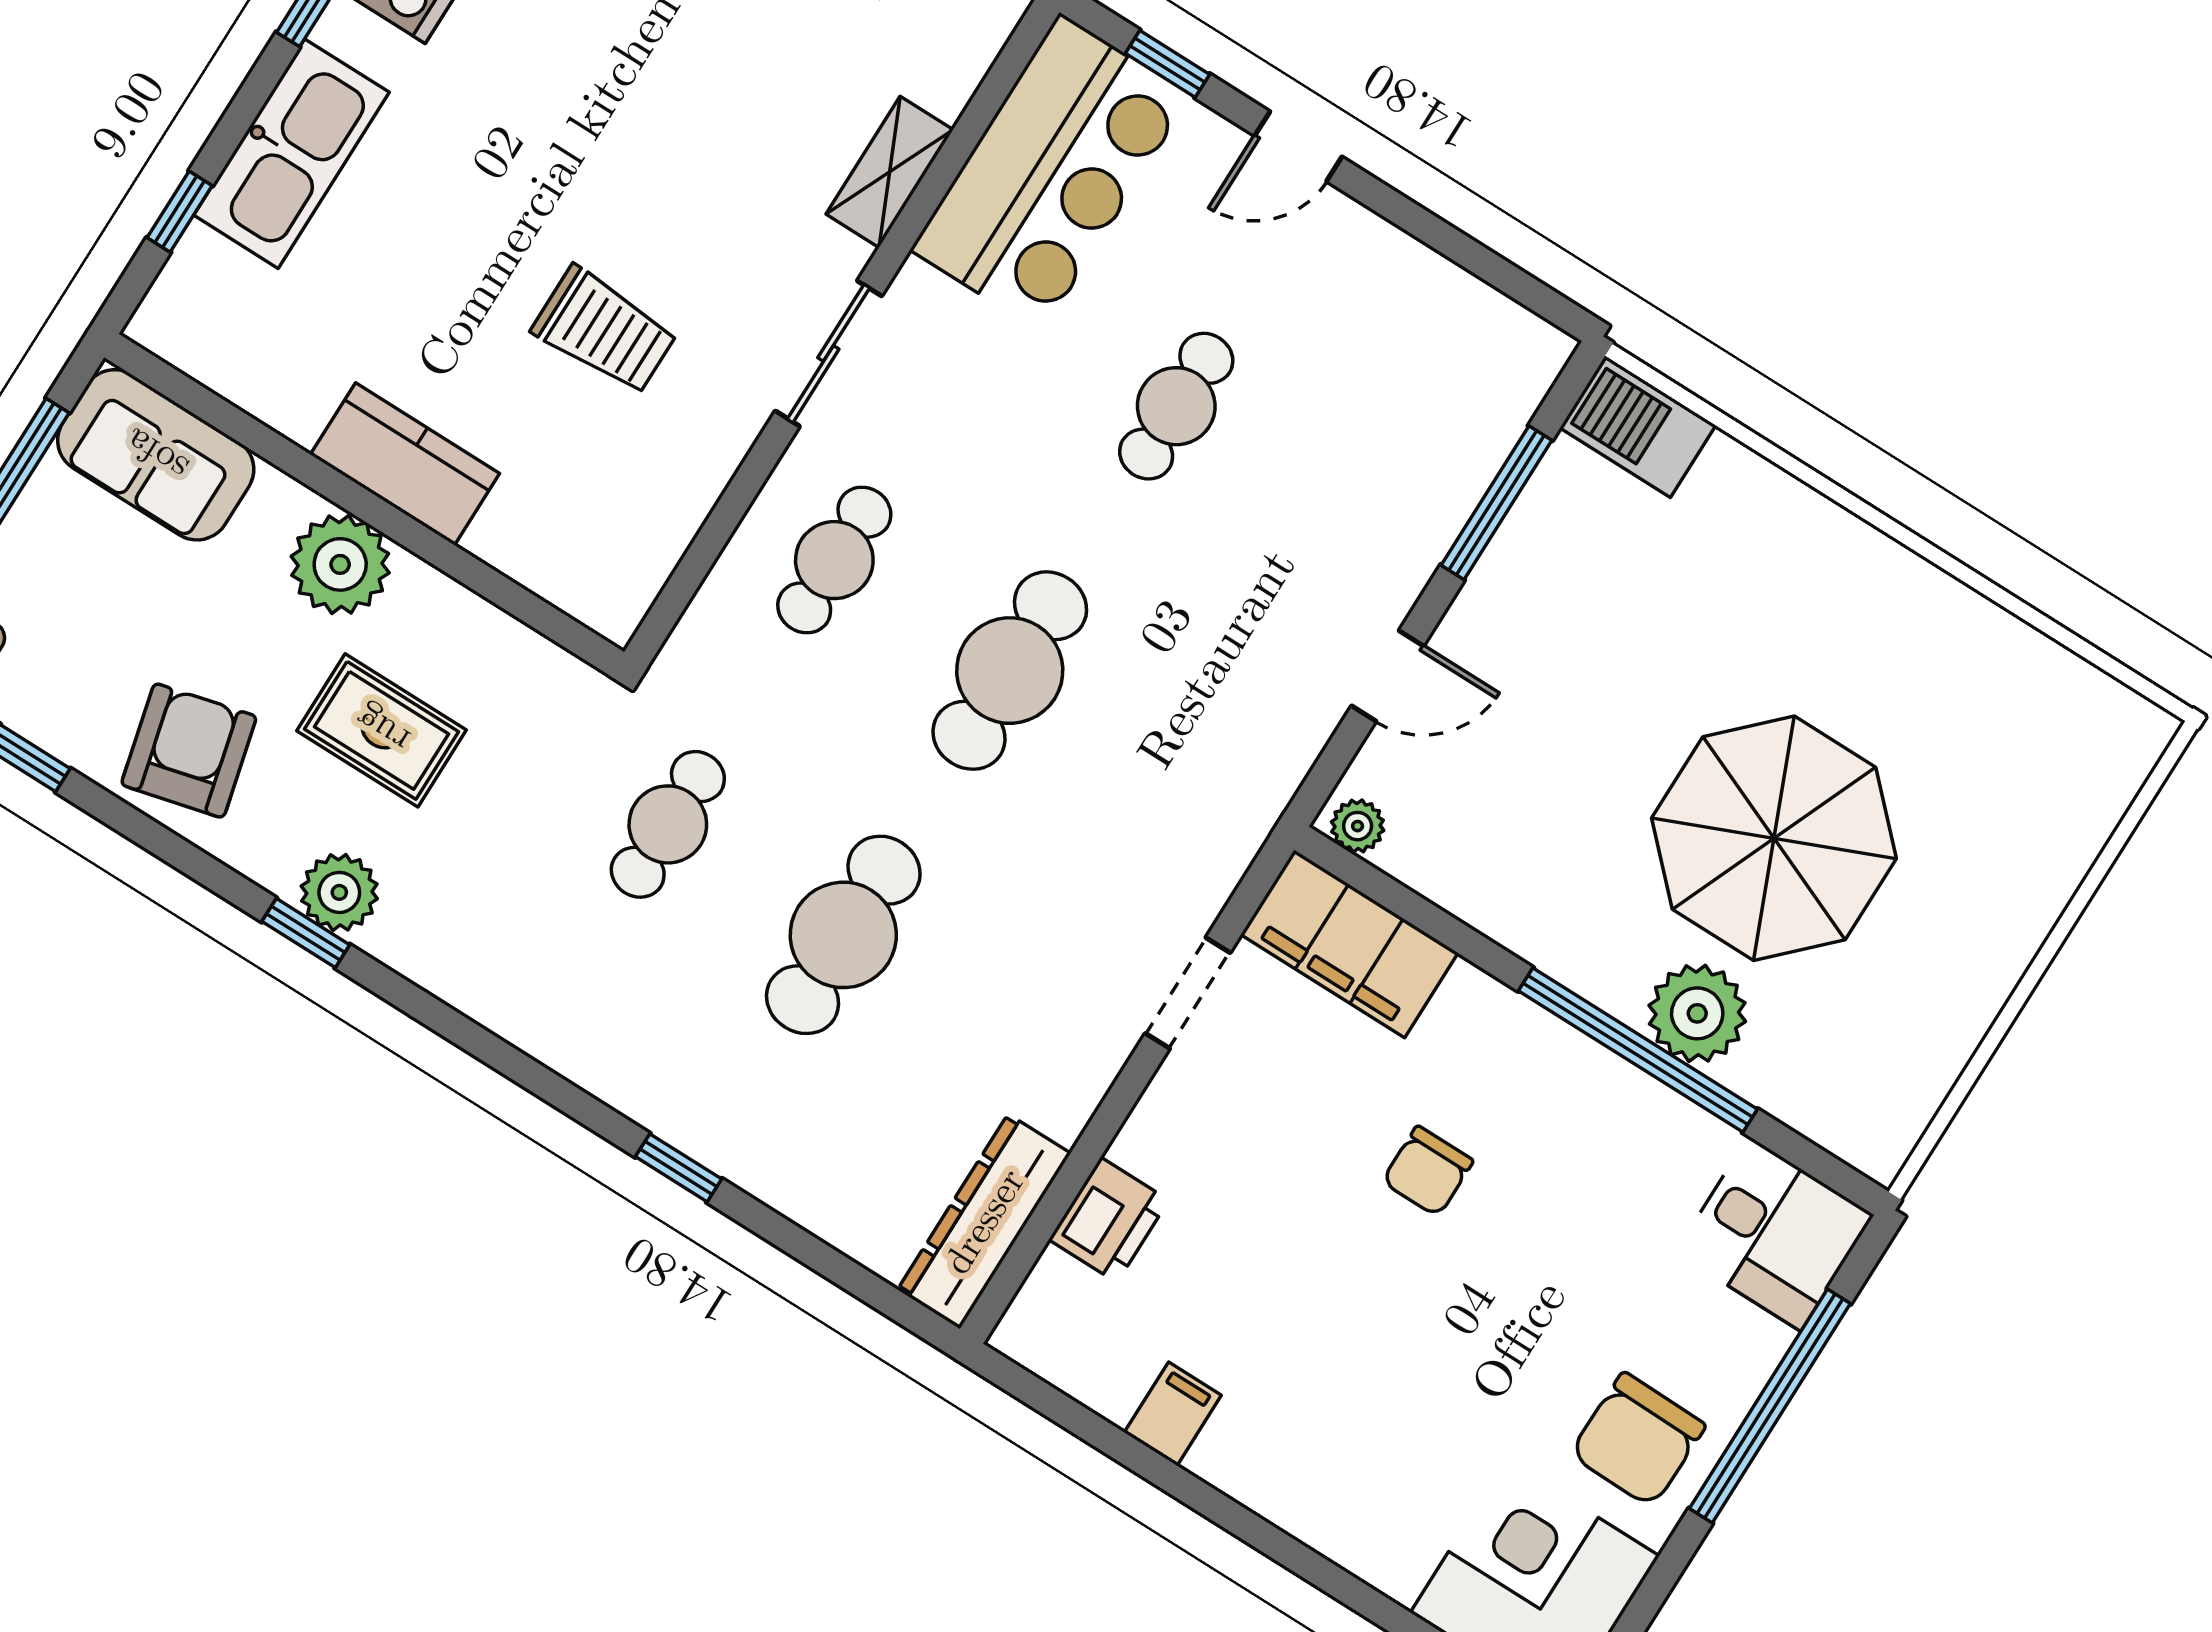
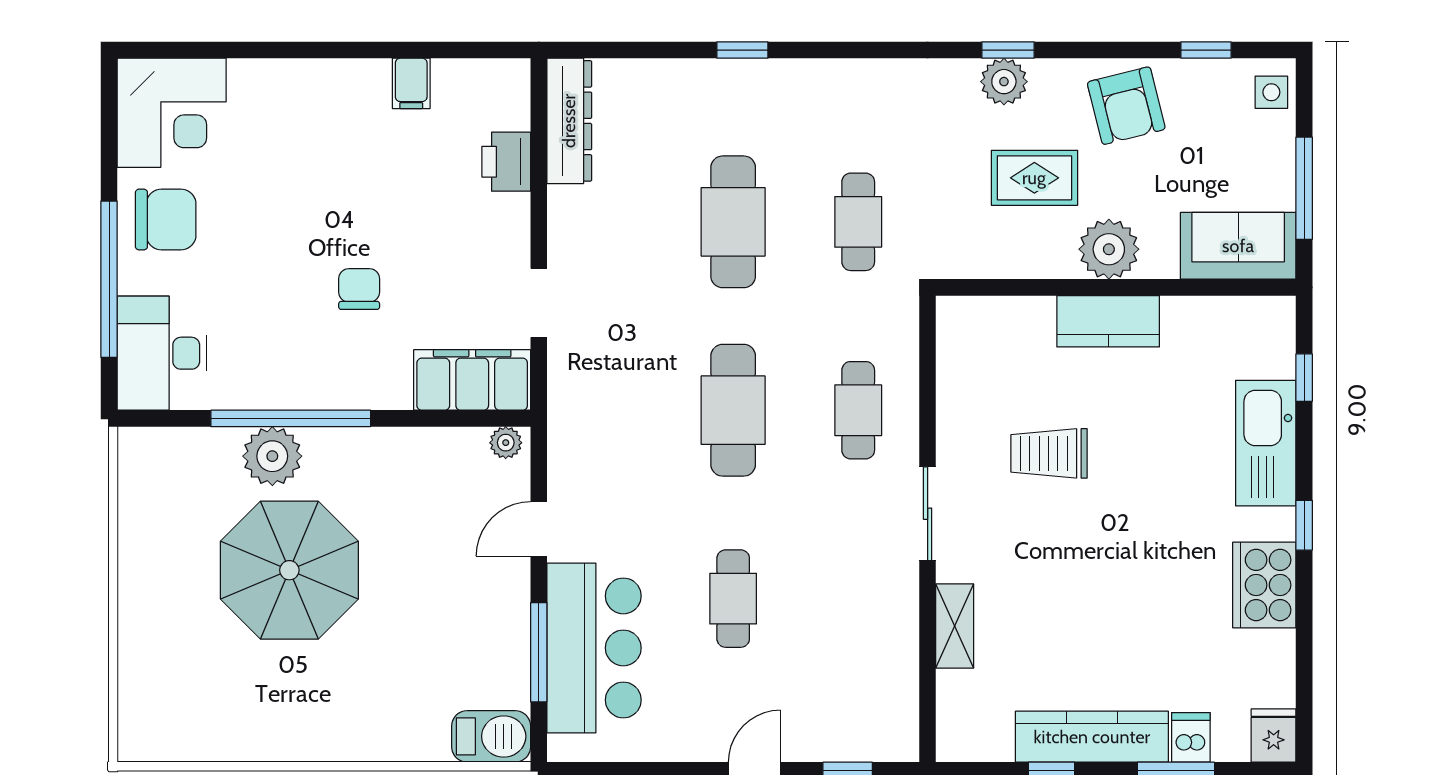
bar counter: (1051, 173) -> (594, 648), moved, turned 180
desk: (1775, 1234) -> (162, 353), width x1.37
chair: (1638, 1440) -> (166, 220), turned 89

